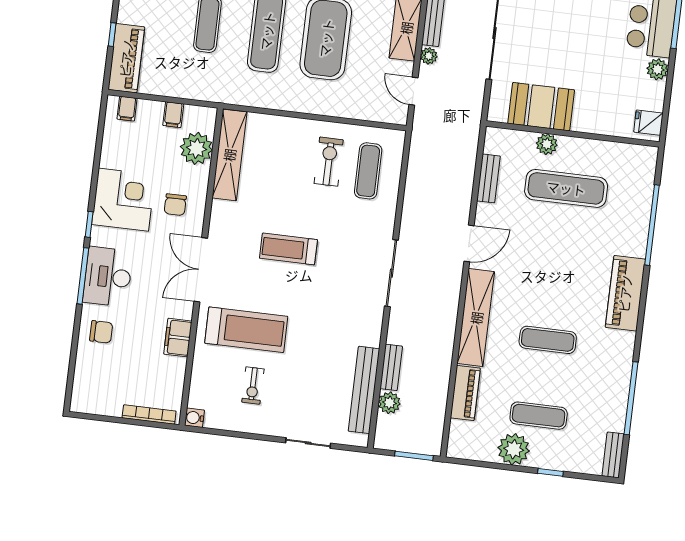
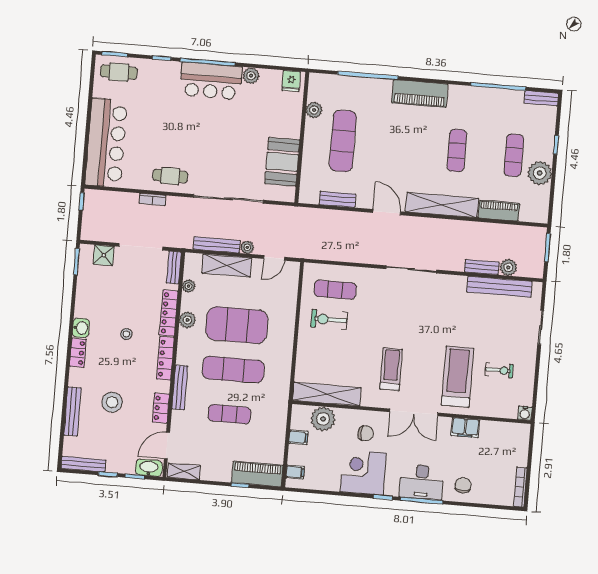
plant: (547, 144) -> (314, 110), moved
treadmill: (288, 249) -> (391, 369), moved, turned 180
bookcase: (149, 414) -> (520, 487), moved

